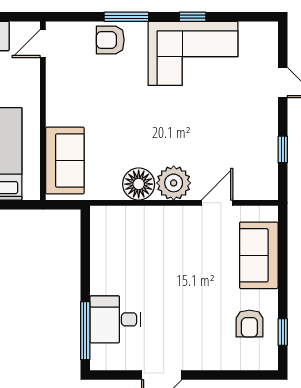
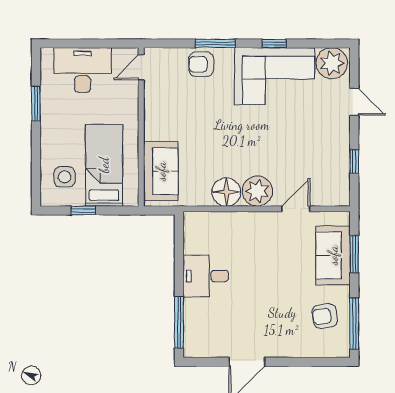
plant: (257, 39) -> (332, 63), added
window: (283, 254) -> (354, 254), added
desk: (115, 319) -> (206, 276), moved
armchair: (249, 324) -> (325, 316), turned 82
window: (283, 332) -> (354, 324), width x2.17

